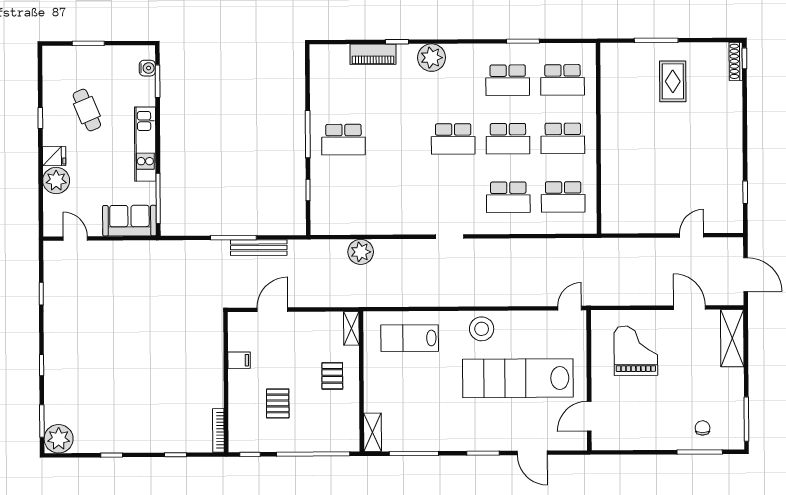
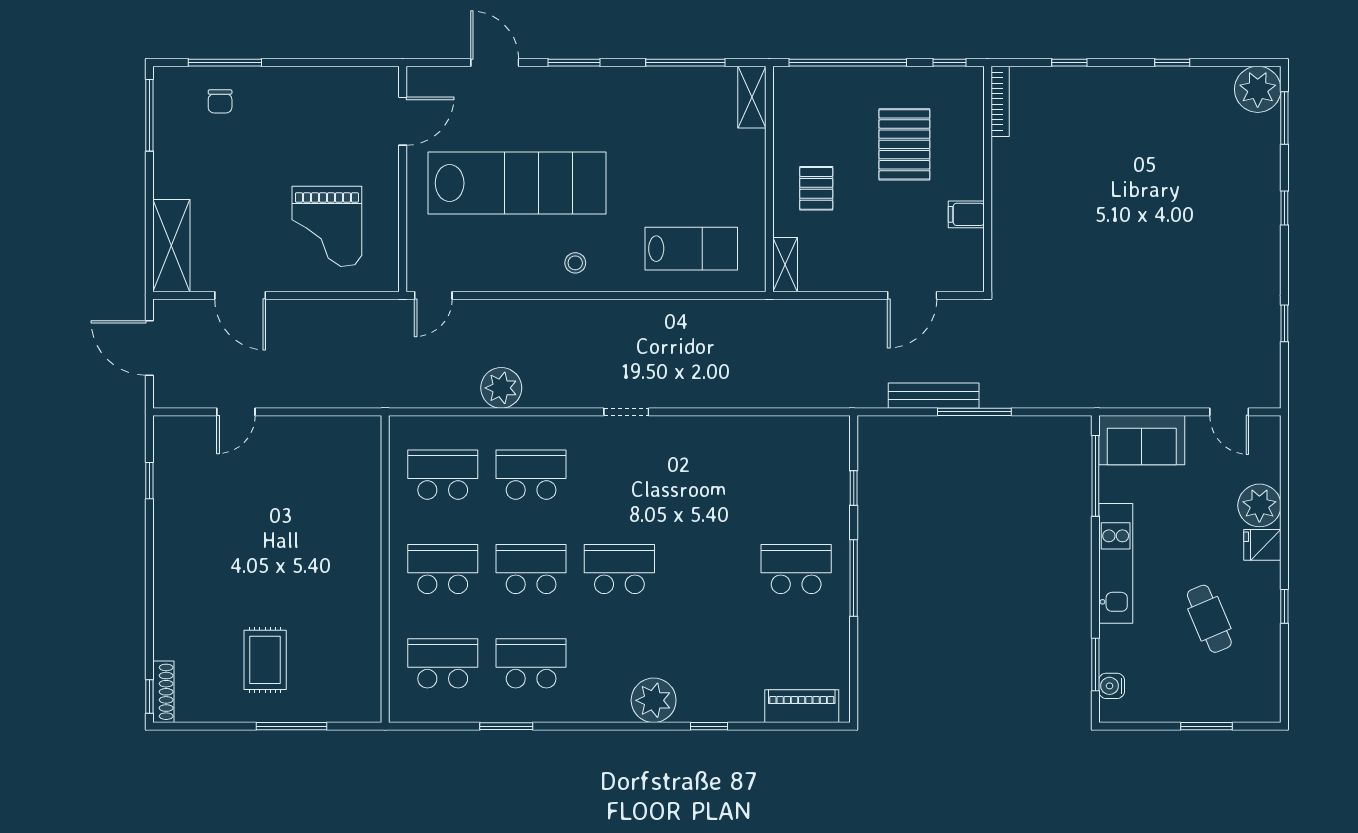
piano: (373, 54) -> (802, 706), moved
plant: (361, 252) -> (501, 388), moved
stool: (482, 329) -> (575, 263), width x0.53, depth x0.53
pallet: (278, 403) -> (904, 144), width x1.50, depth x1.42

